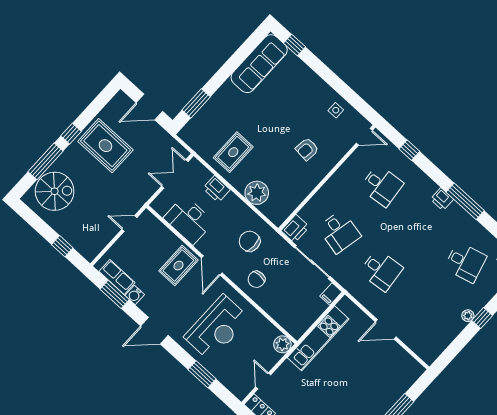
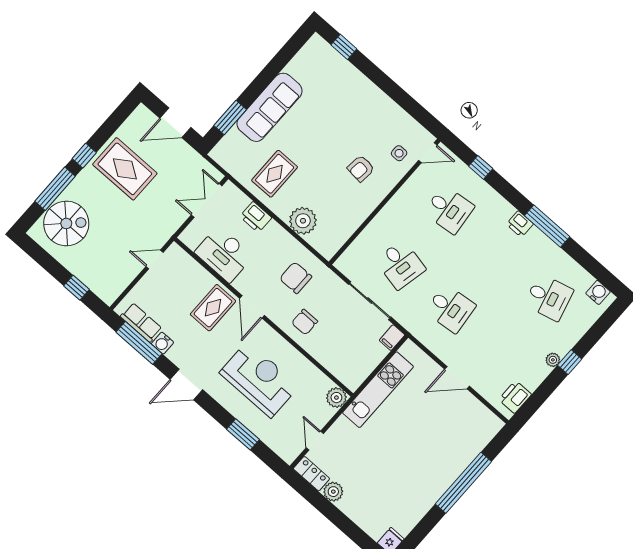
sofa: (259, 64) -> (270, 107), moved
side table: (336, 110) -> (399, 153), moved
printer: (295, 229) -> (515, 397), moved, turned 180
window: (115, 294) -> (139, 343), width x1.44
reception desk: (217, 328) -> (259, 379), turned -90

